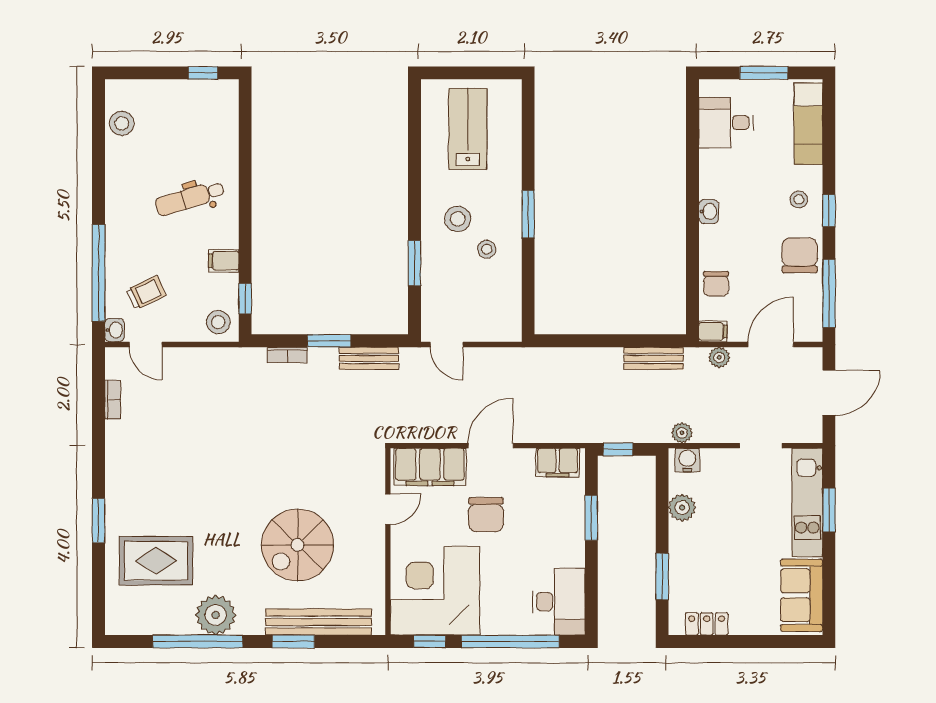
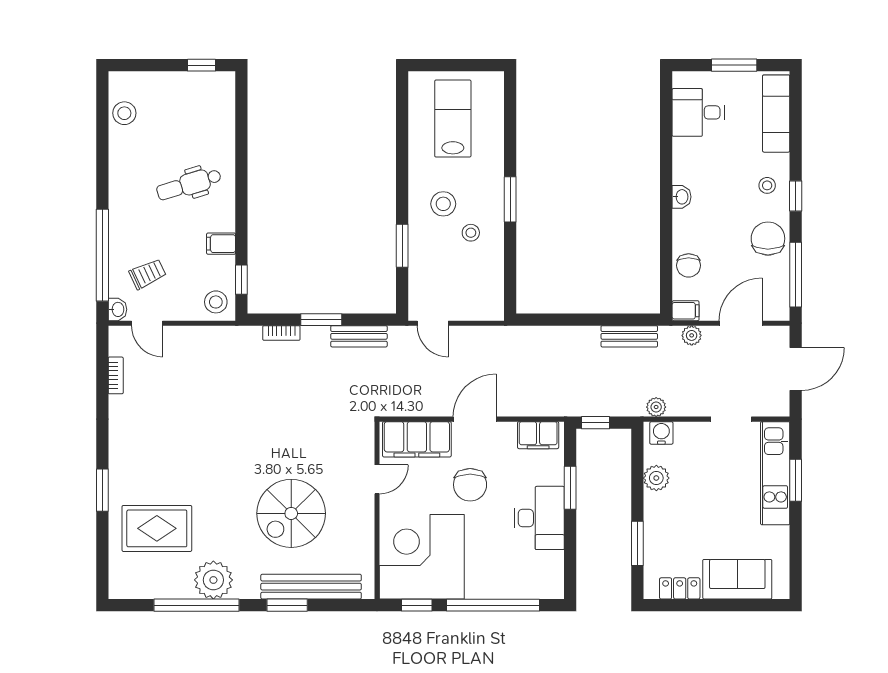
sofa: (802, 595) -> (737, 579), moved, turned 90
desk: (559, 602) -> (539, 518), moved

